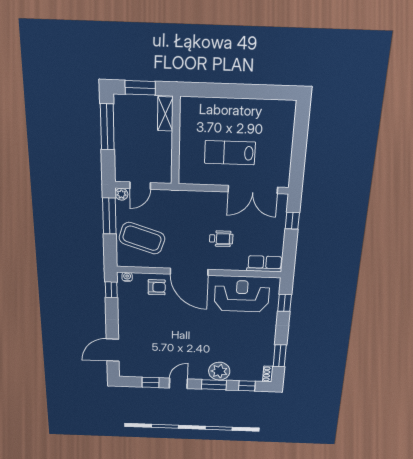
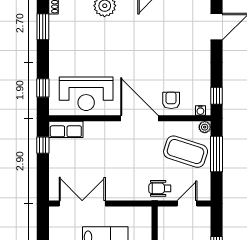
plant: (121, 194) -> (205, 127), moved
window: (109, 216) -> (216, 154), moved
window: (292, 221) -> (43, 145), moved
wheelchair: (221, 239) -> (160, 188), moved
armchair: (157, 287) -> (171, 100), turned 90

